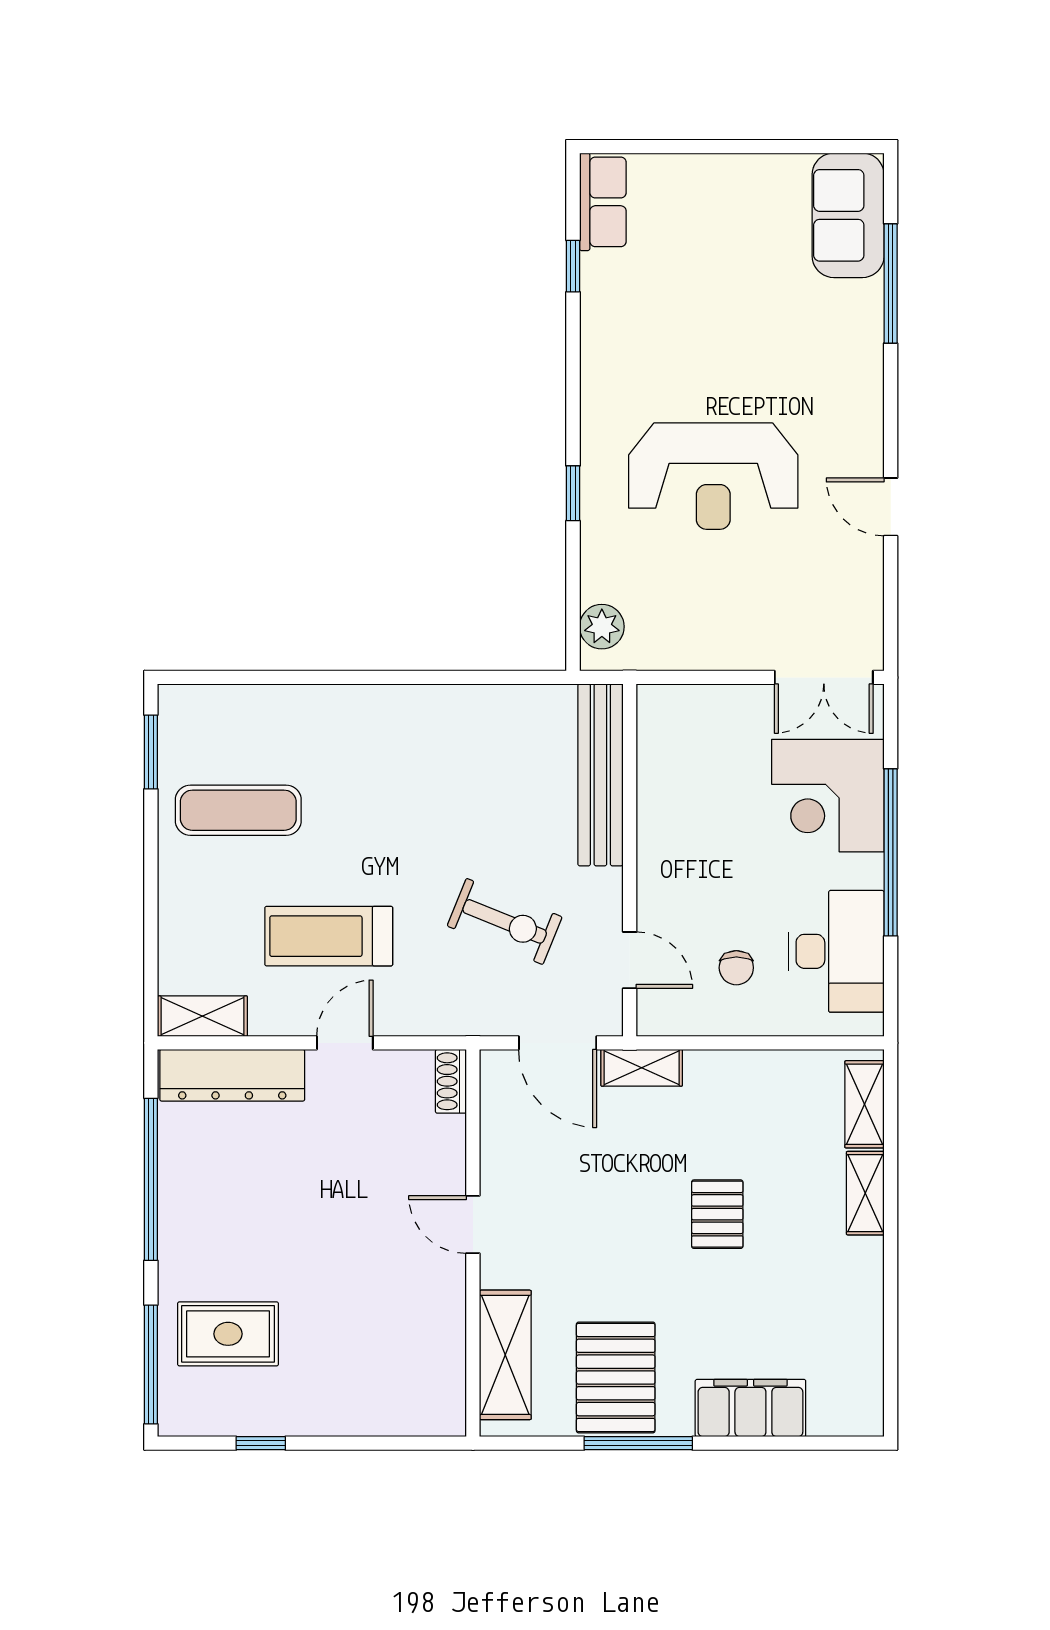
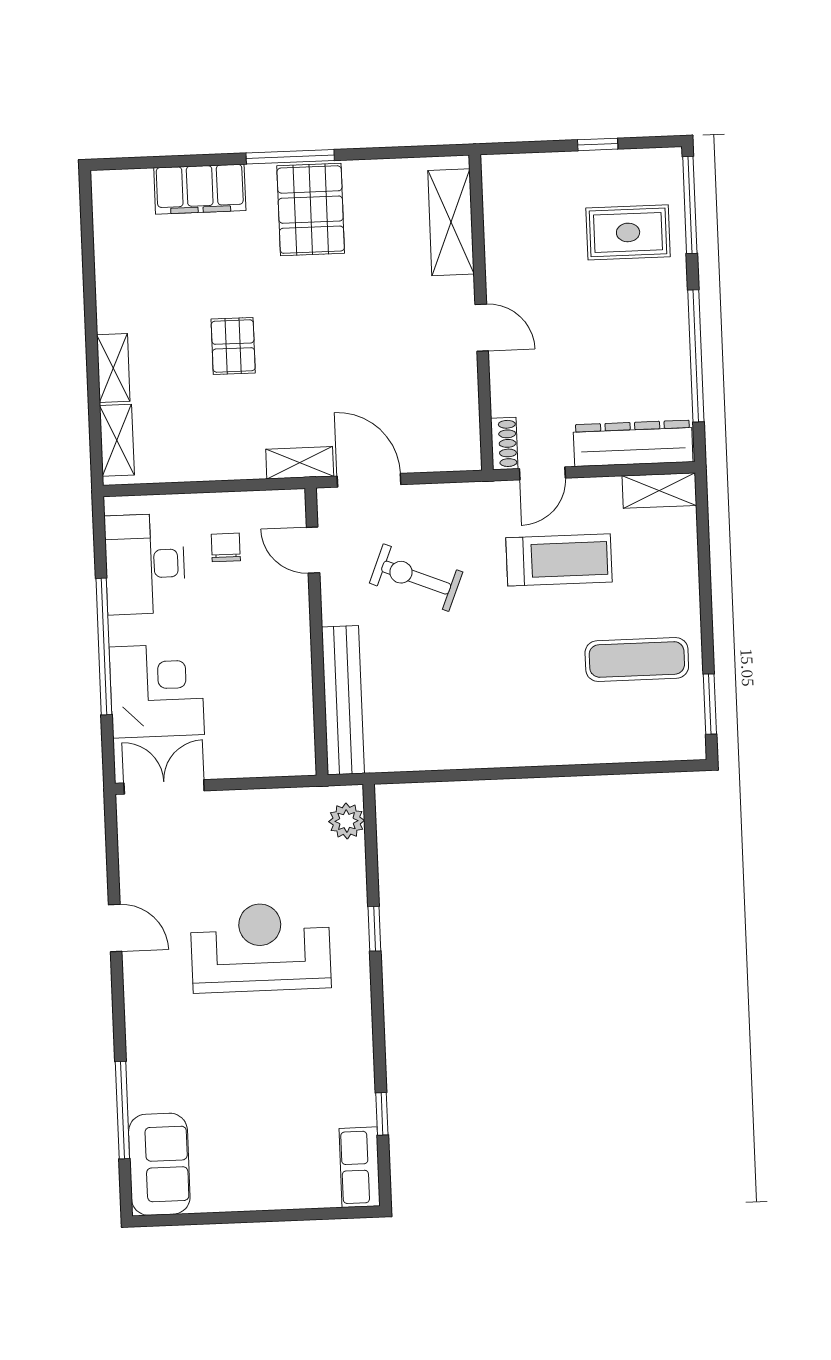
shoe rack: (451, 1081) -> (504, 444), moved
door: (473, 1225) -> (482, 328), moved
wall: (473, 1243) -> (481, 312), moved
shelving: (505, 1355) -> (451, 222), moved

